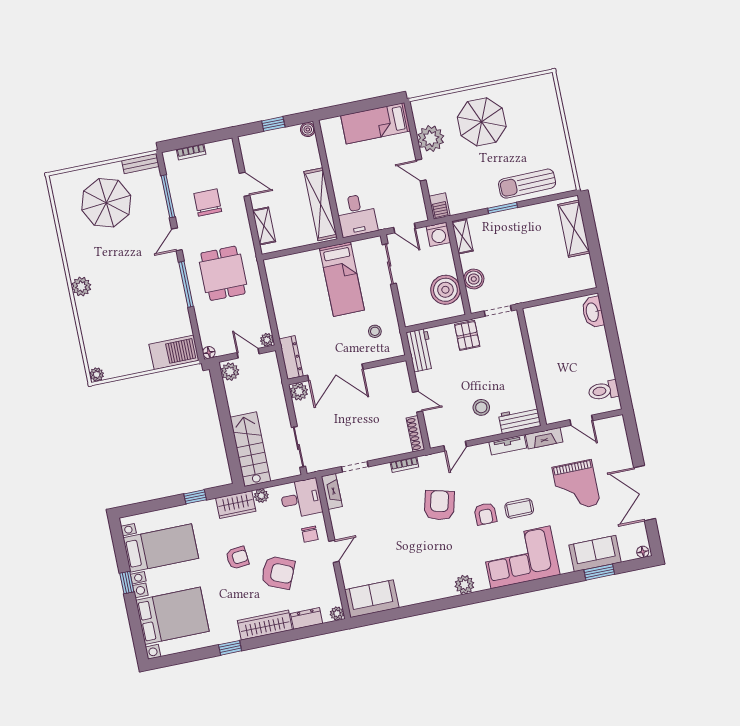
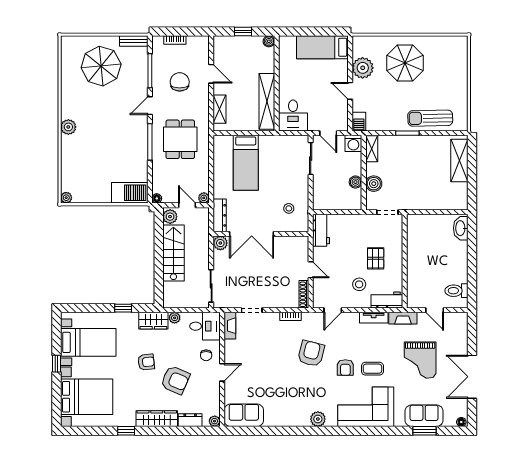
bed: (342, 279) -> (246, 163), moved
boiler: (445, 290) -> (355, 182), width x0.54, depth x0.54
pallet: (467, 335) -> (376, 258), moved
stairs: (250, 449) -> (173, 253), moved

